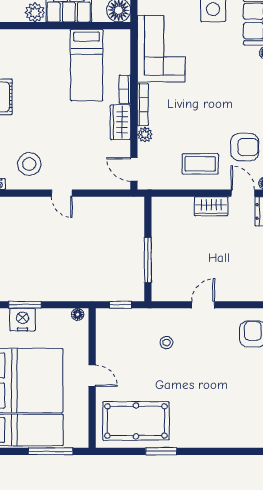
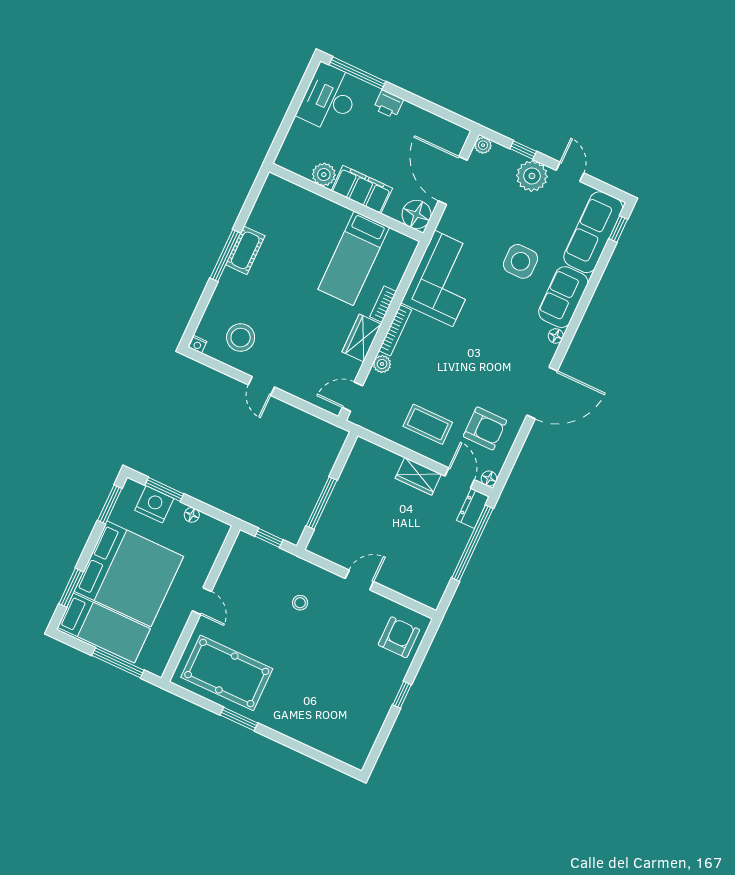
door: (134, 169) -> (352, 397), hinge flipped
floor lamp: (78, 314) -> (192, 515), moved

